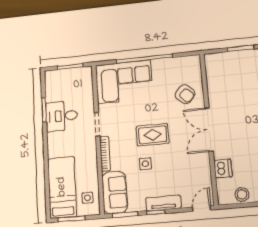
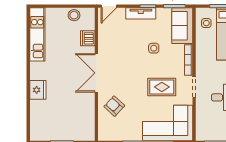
double door: (209, 130) -> (96, 73), swing flipped
rug: (153, 135) -> (162, 87), moved

